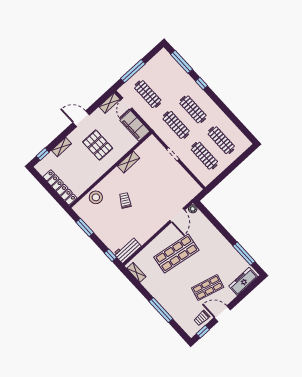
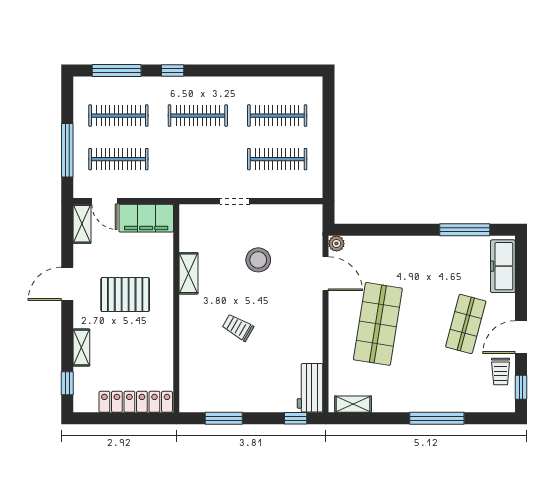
clothes rail: (176, 125) -> (118, 116), moved
stool: (96, 197) -> (258, 260), moved

